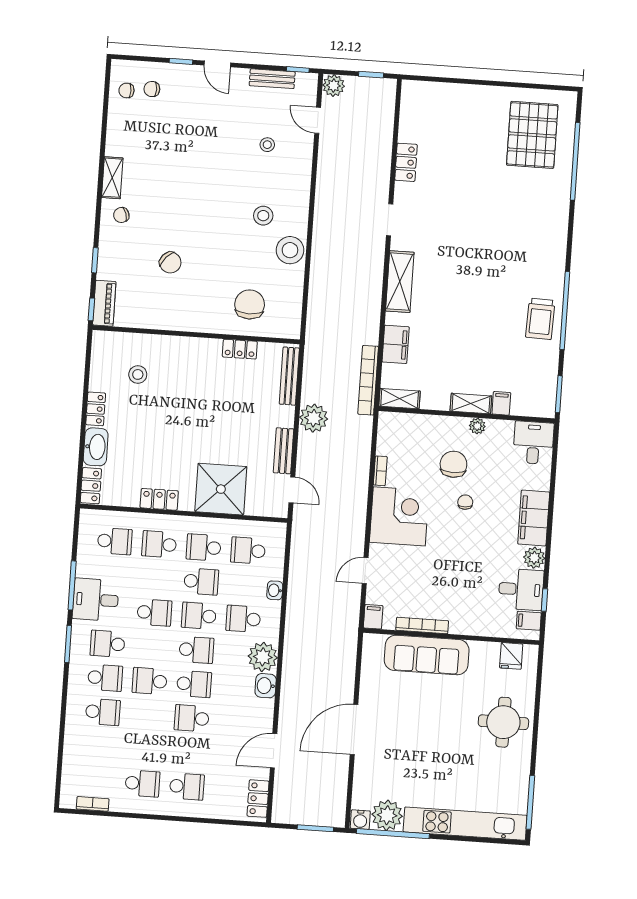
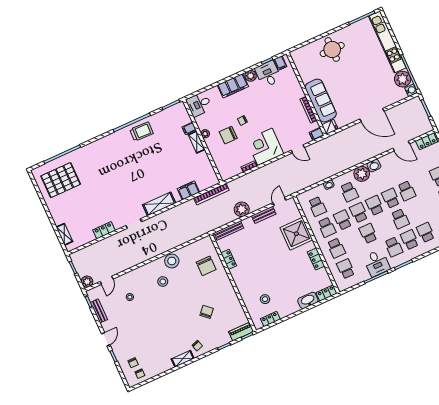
chair: (250, 304) -> (206, 266), turned -90
shelving: (400, 399) -> (64, 234), moved
locker: (96, 409) -> (270, 319), moved
school desk: (199, 616) -> (359, 213), turned 180
fridge: (511, 656) -> (330, 127), moved

